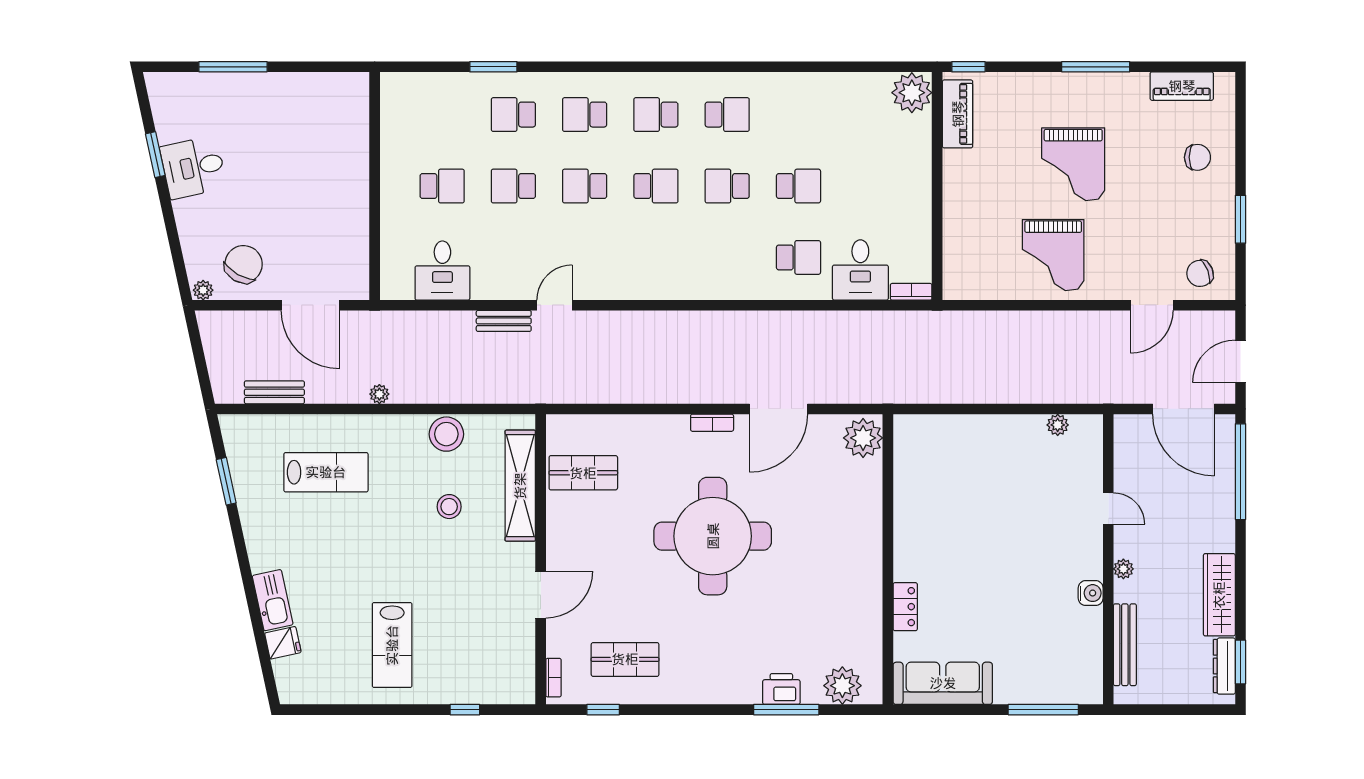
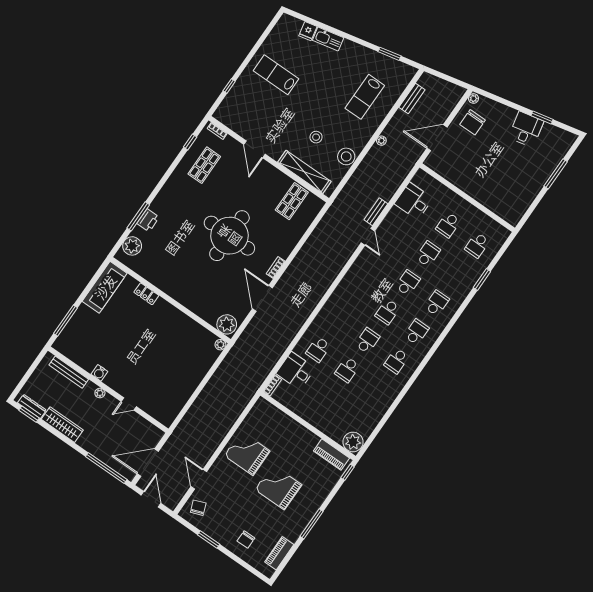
school desk: (513, 115) -> (477, 245), moved, turned 180
chair: (244, 264) -> (473, 122), turned 60
plant: (1058, 425) -> (220, 345), moved

